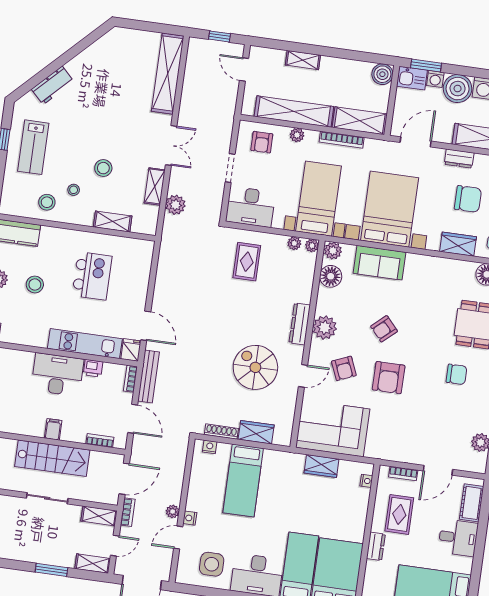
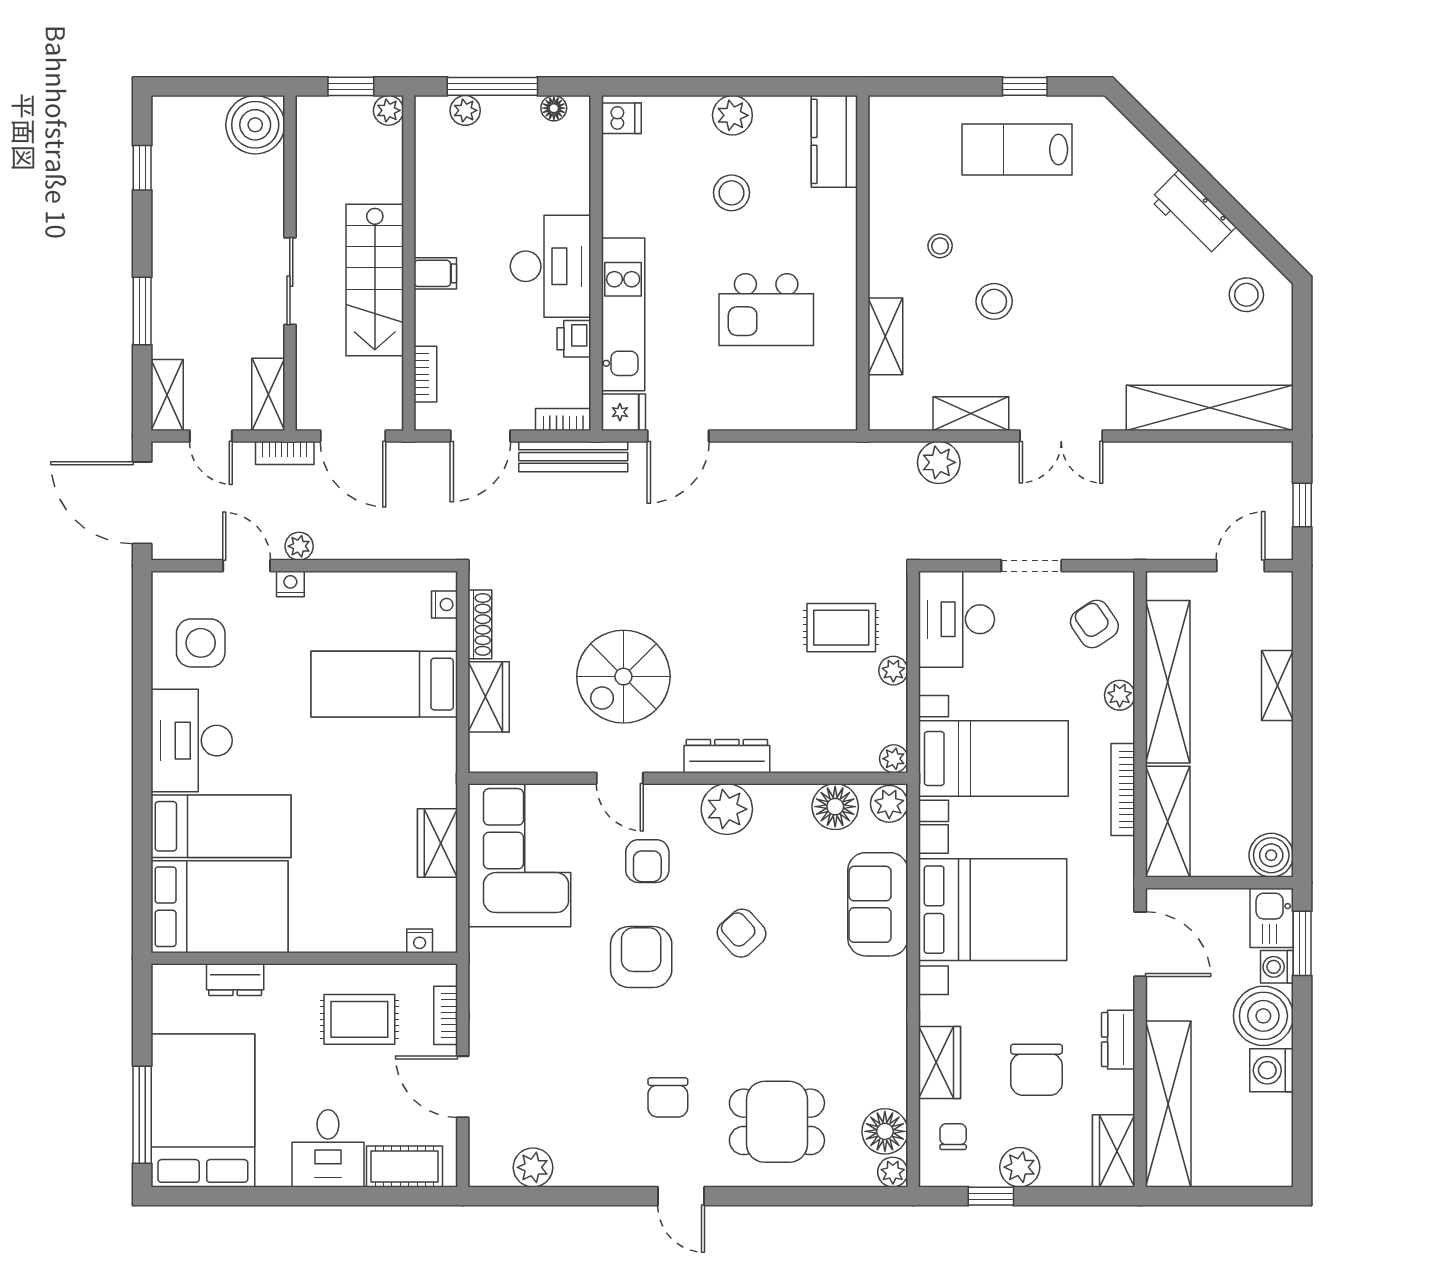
workbench: (53, 85) -> (1193, 213), moved
armchair: (262, 142) -> (1094, 624), turned 56
stool: (47, 202) -> (1246, 295), moved
plant: (294, 243) -> (893, 671), moved
spiral stairs: (255, 367) -> (623, 677), turned 180
armchair: (344, 368) -> (647, 861), turned -67
armchair: (389, 378) -> (641, 957), turned 90
dresser: (376, 546) -> (235, 980), moved

